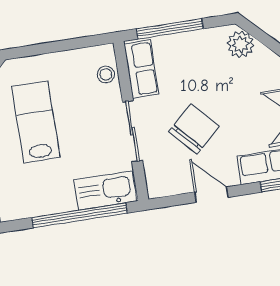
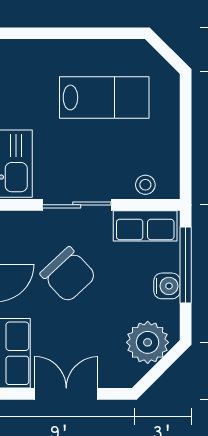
water cooler: (190, 42) -> (167, 286), added
plant: (241, 44) -> (148, 342), width x1.36, depth x1.36

